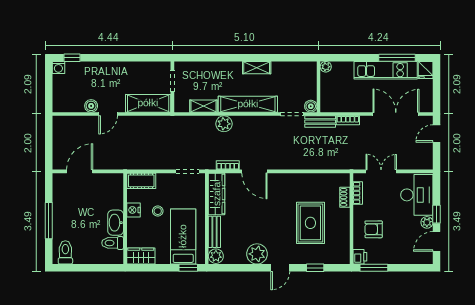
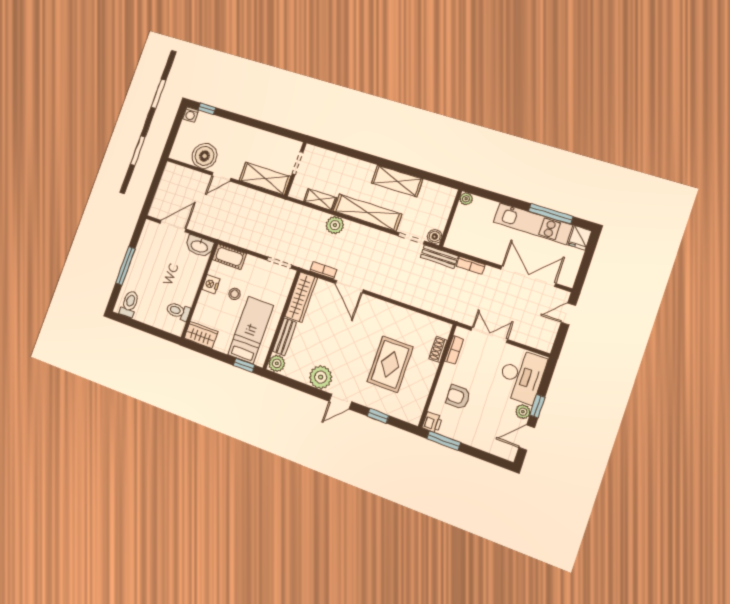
shelving: (257, 68) -> (397, 181), width x1.50, depth x1.33
boiler: (91, 106) -> (205, 156), width x1.86, depth x1.86
washbasin: (116, 223) -> (199, 246), moved, turned -90

